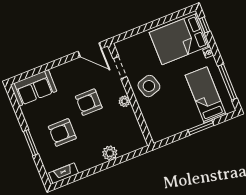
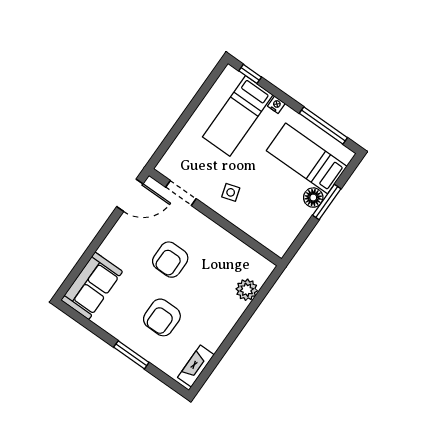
bed: (180, 39) -> (238, 116), width x0.67
side table: (149, 86) -> (231, 192), width x0.54, depth x0.54
plant: (124, 101) -> (213, 230), removed
floor lamp: (195, 120) -> (313, 198), added
plant: (110, 153) -> (247, 290), moved

